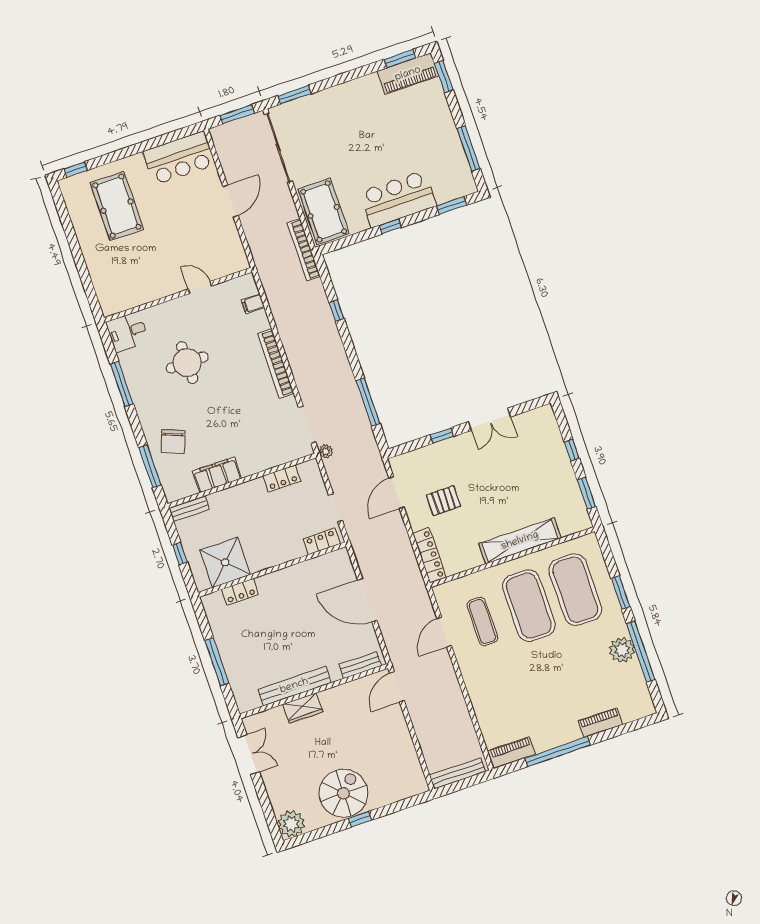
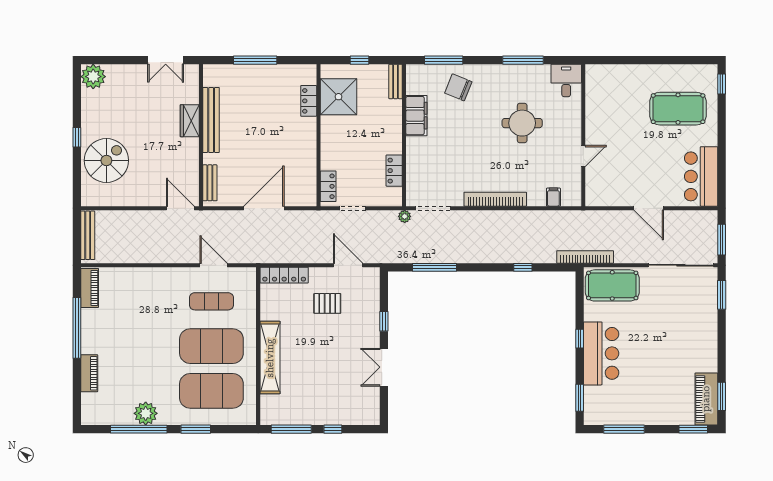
window: (587, 493) -> (291, 429), width x1.44
pallet: (443, 501) -> (327, 303), turned 90
spiral stairs: (343, 793) -> (106, 160), moved, turned -90

